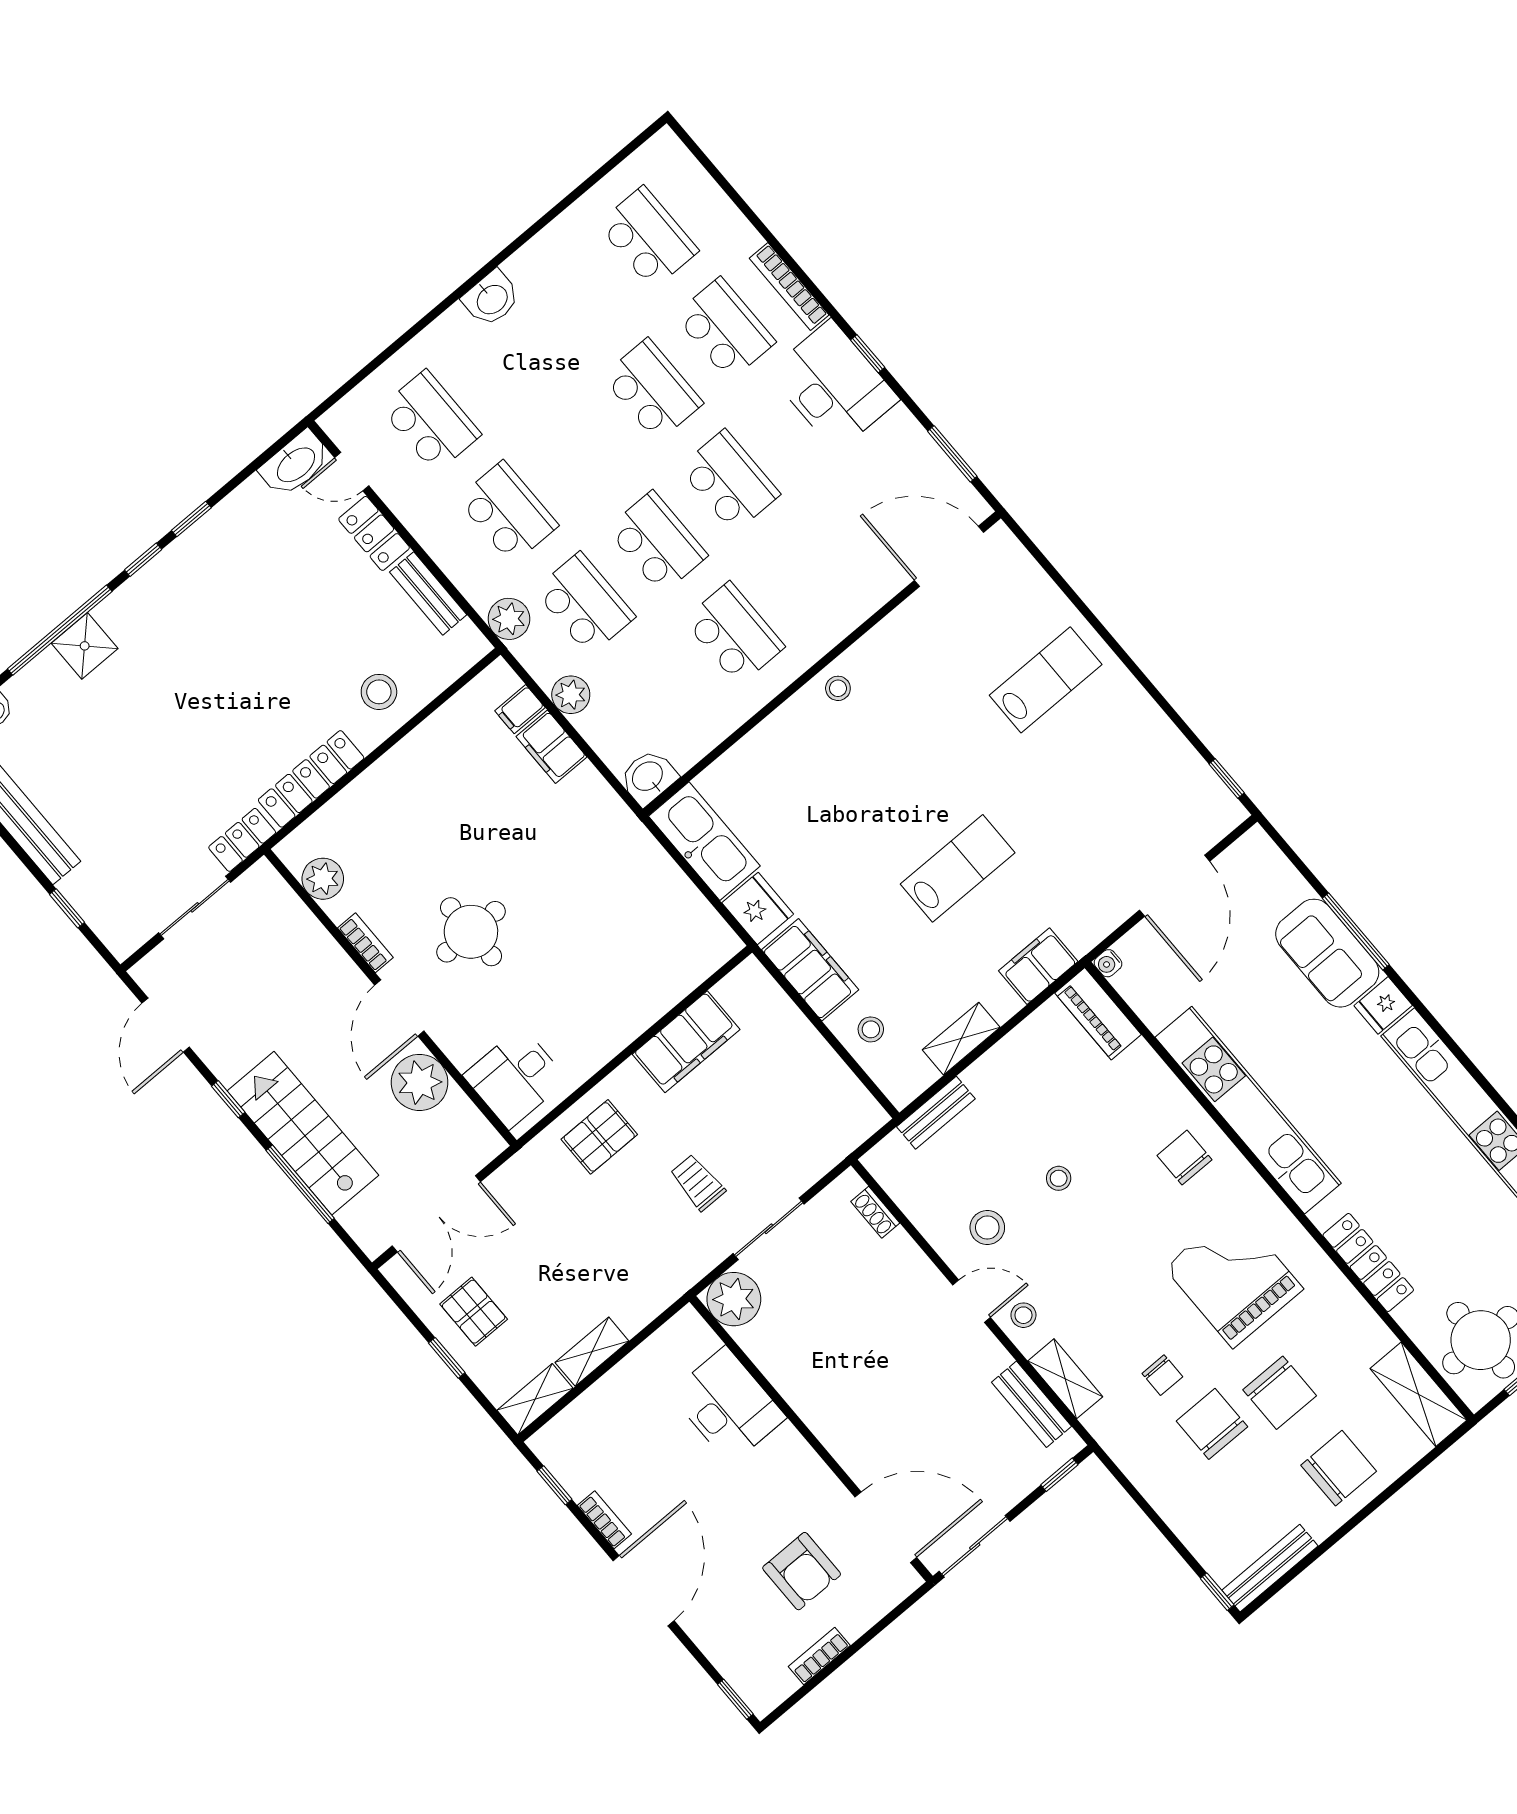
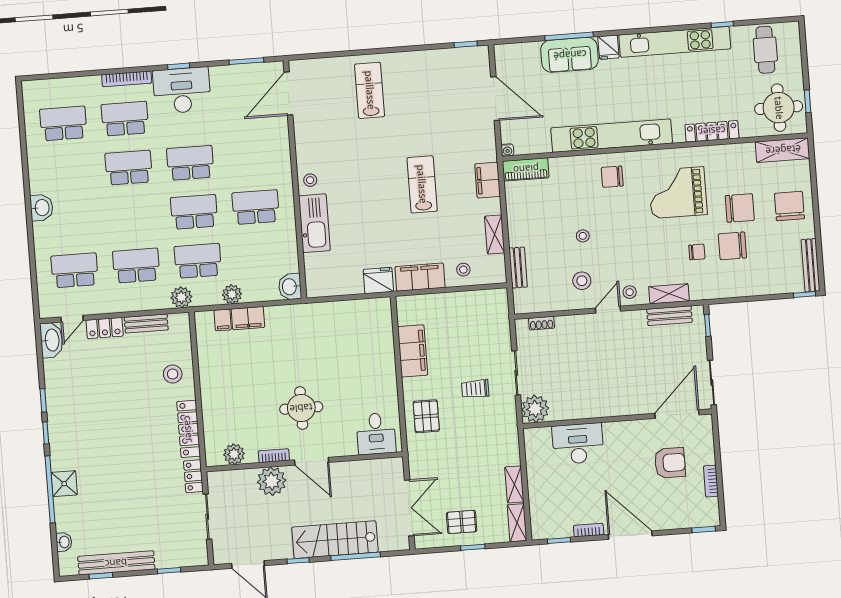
kitchen sink: (704, 841) -> (314, 223), moved, turned 90
plant: (420, 1082) -> (272, 481), moved

